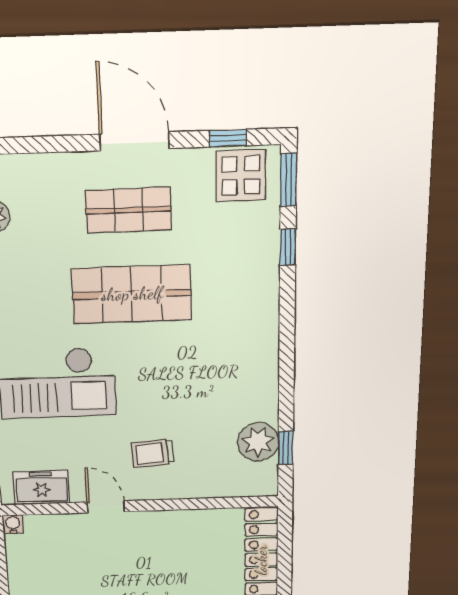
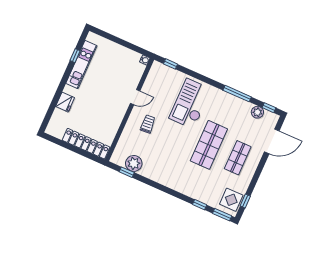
door: (135, 141) -> (272, 141), moved
freezer: (41, 488) -> (154, 78), removed

